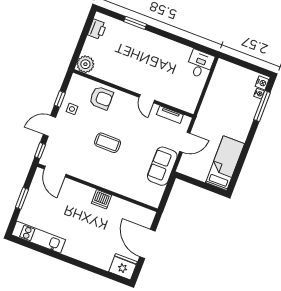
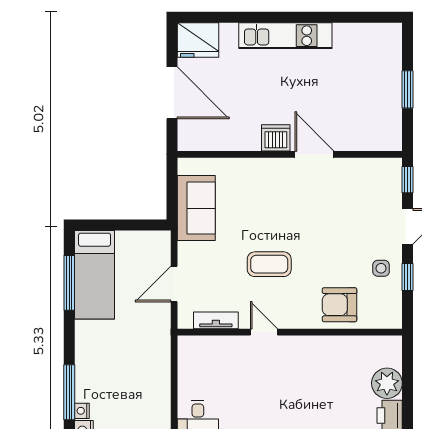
plant: (85, 64) -> (387, 383), moved
coffee table: (108, 143) -> (269, 264), moved
window: (240, 164) -> (69, 283), added
sofa: (162, 166) -> (196, 208), moved
door: (55, 172) -> (314, 154), moved
kitchen unit: (39, 237) -> (285, 36), moved

